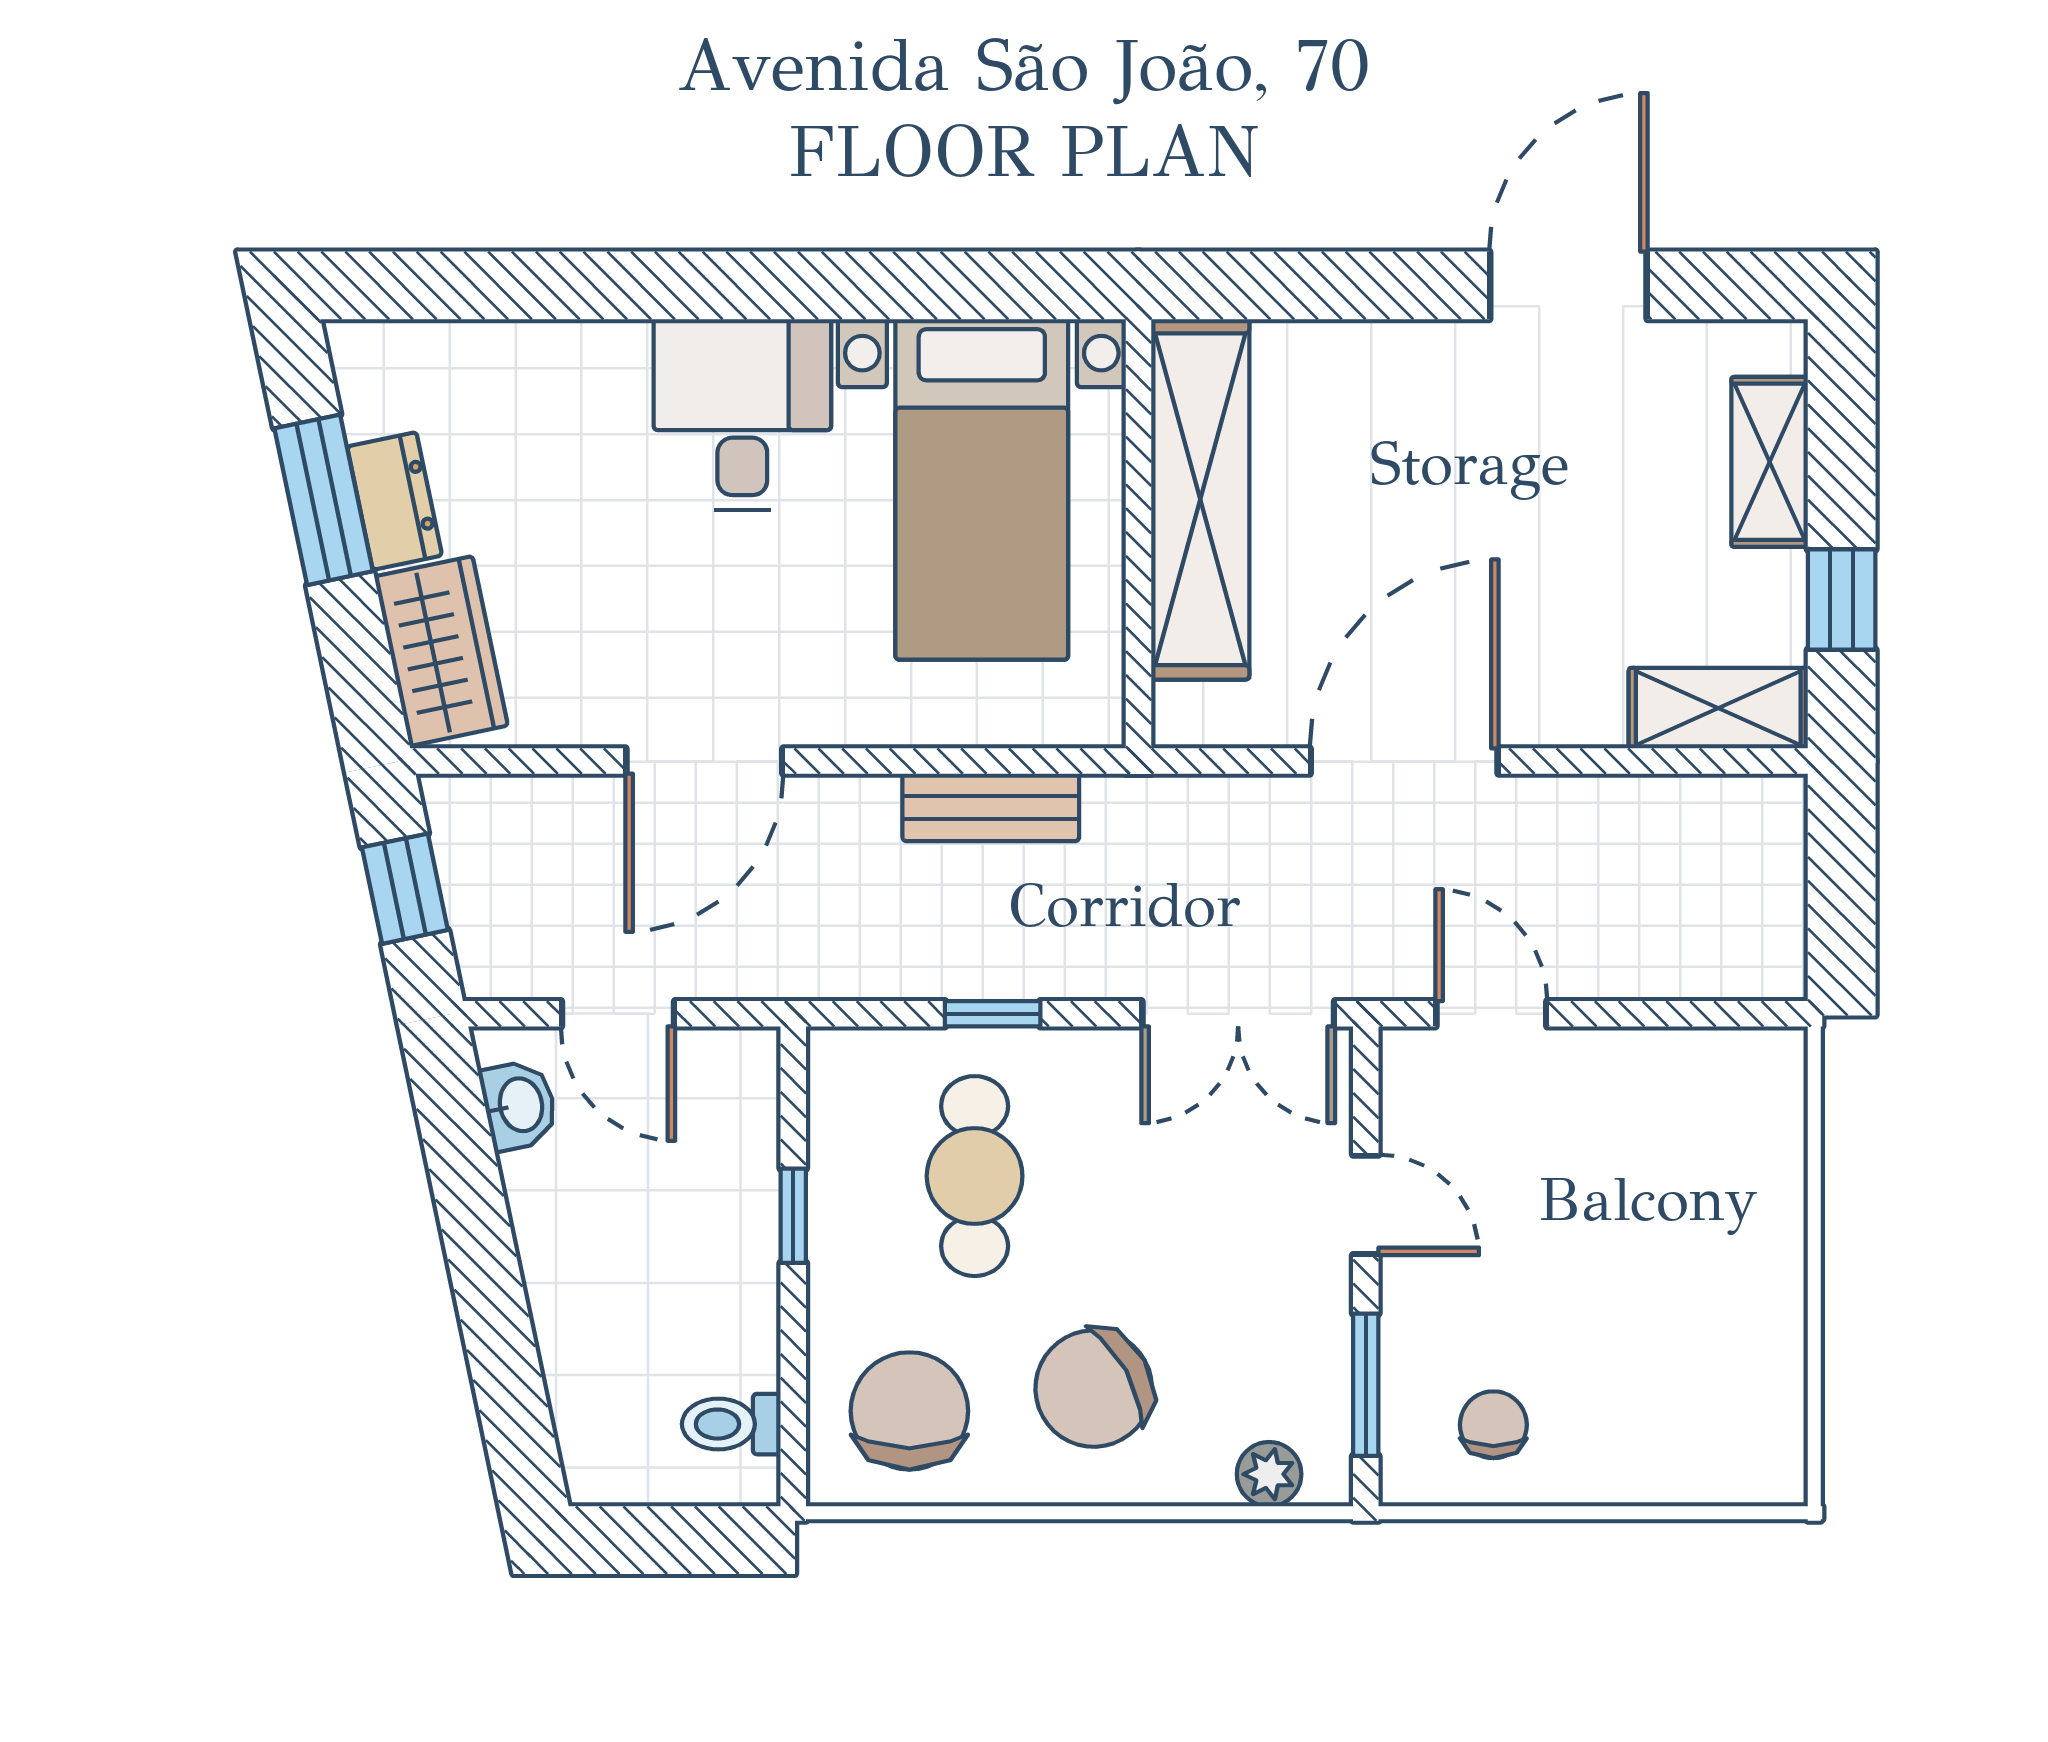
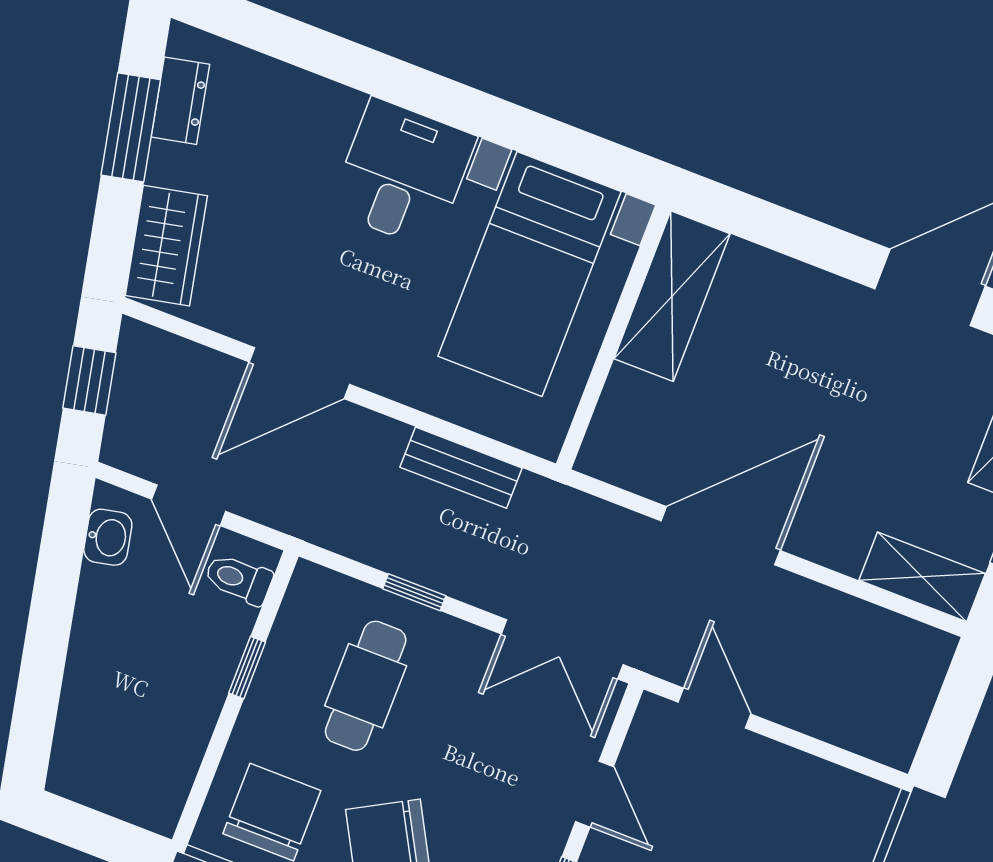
shelving: (1200, 499) -> (672, 296), width x0.68
dresser: (395, 501) -> (180, 101), moved
toilet: (731, 1424) -> (238, 579), moved

